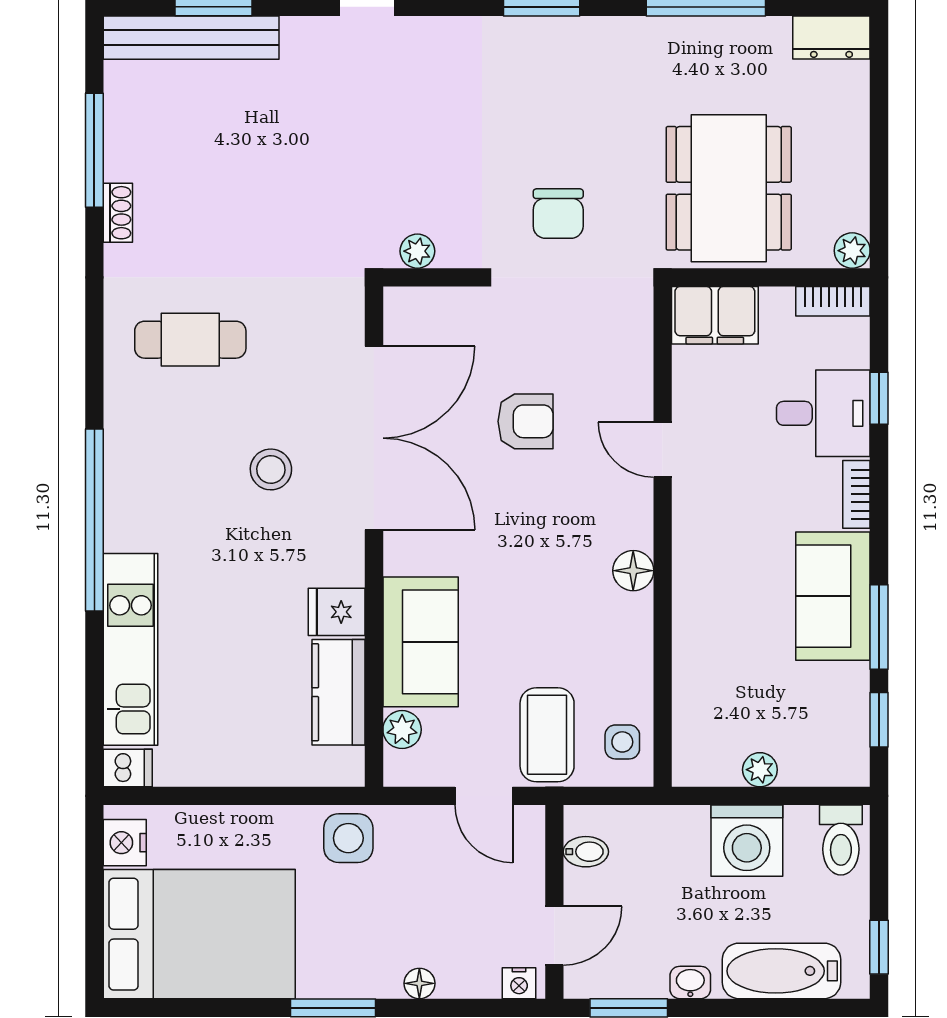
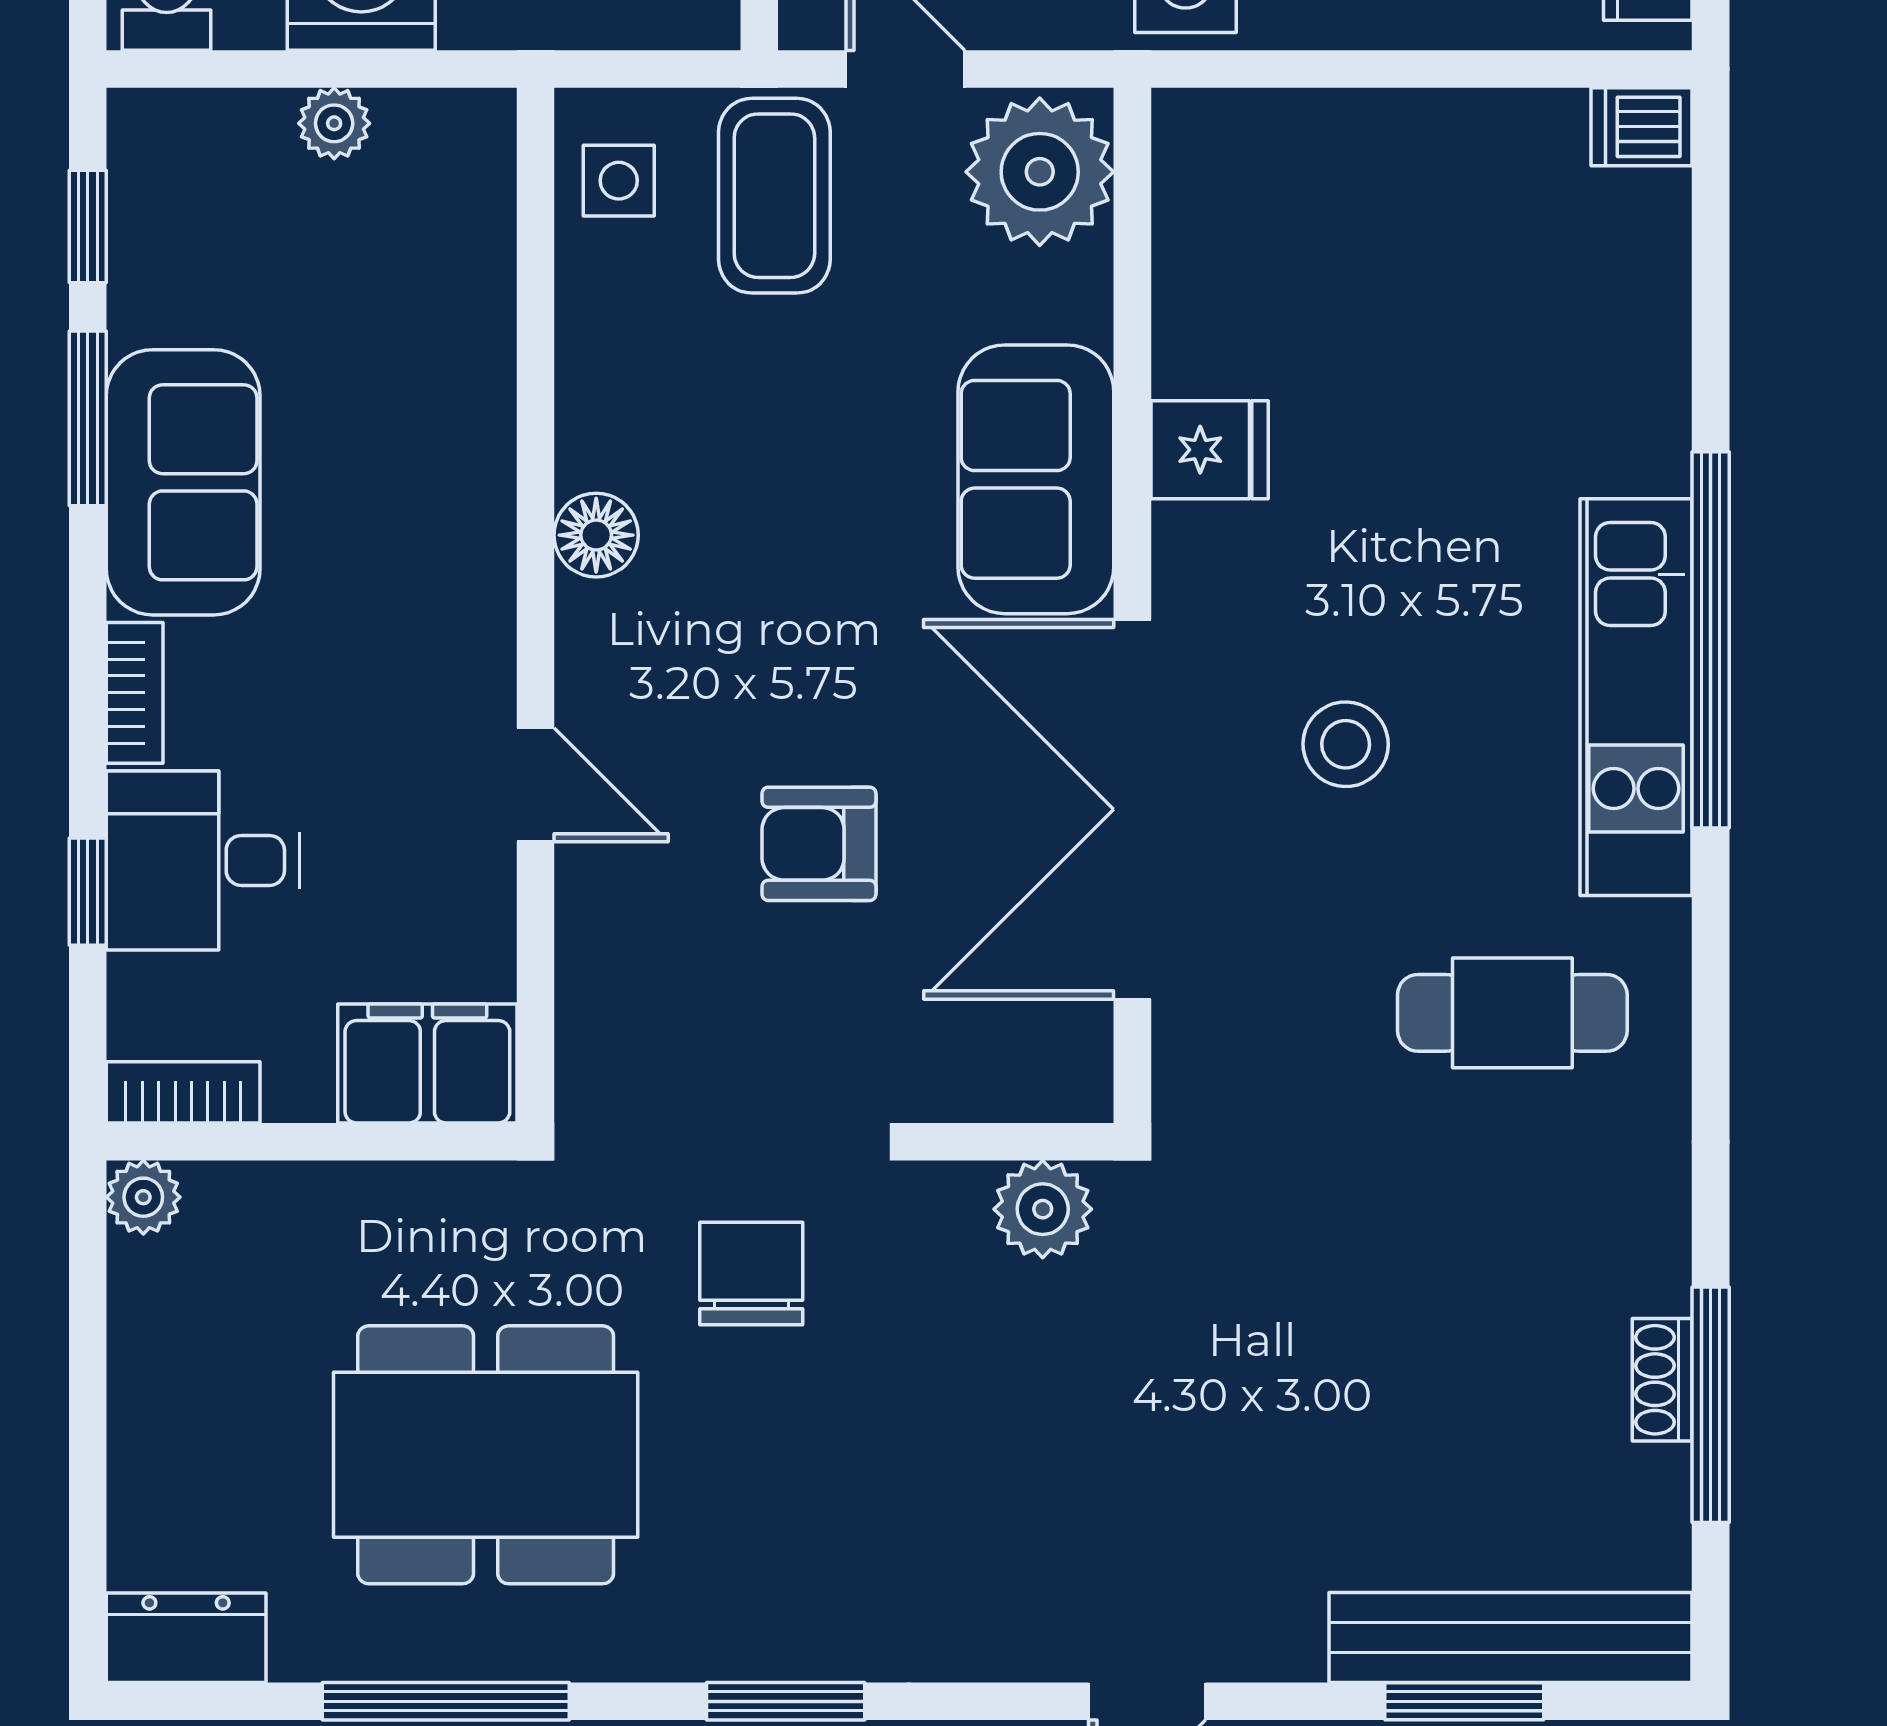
dining table: (729, 188) -> (486, 1455), moved, turned 90
shoe rack: (118, 213) -> (1662, 1380), moved
plant: (417, 251) -> (1043, 1209), width x1.38, depth x1.38
sofa: (421, 642) -> (1036, 479), moved
kitchen unit: (131, 649) -> (1636, 697), moved
kitchen counter: (339, 692) -> (1206, 284), removed
plant: (402, 730) -> (1040, 172), width x1.88, depth x1.88

